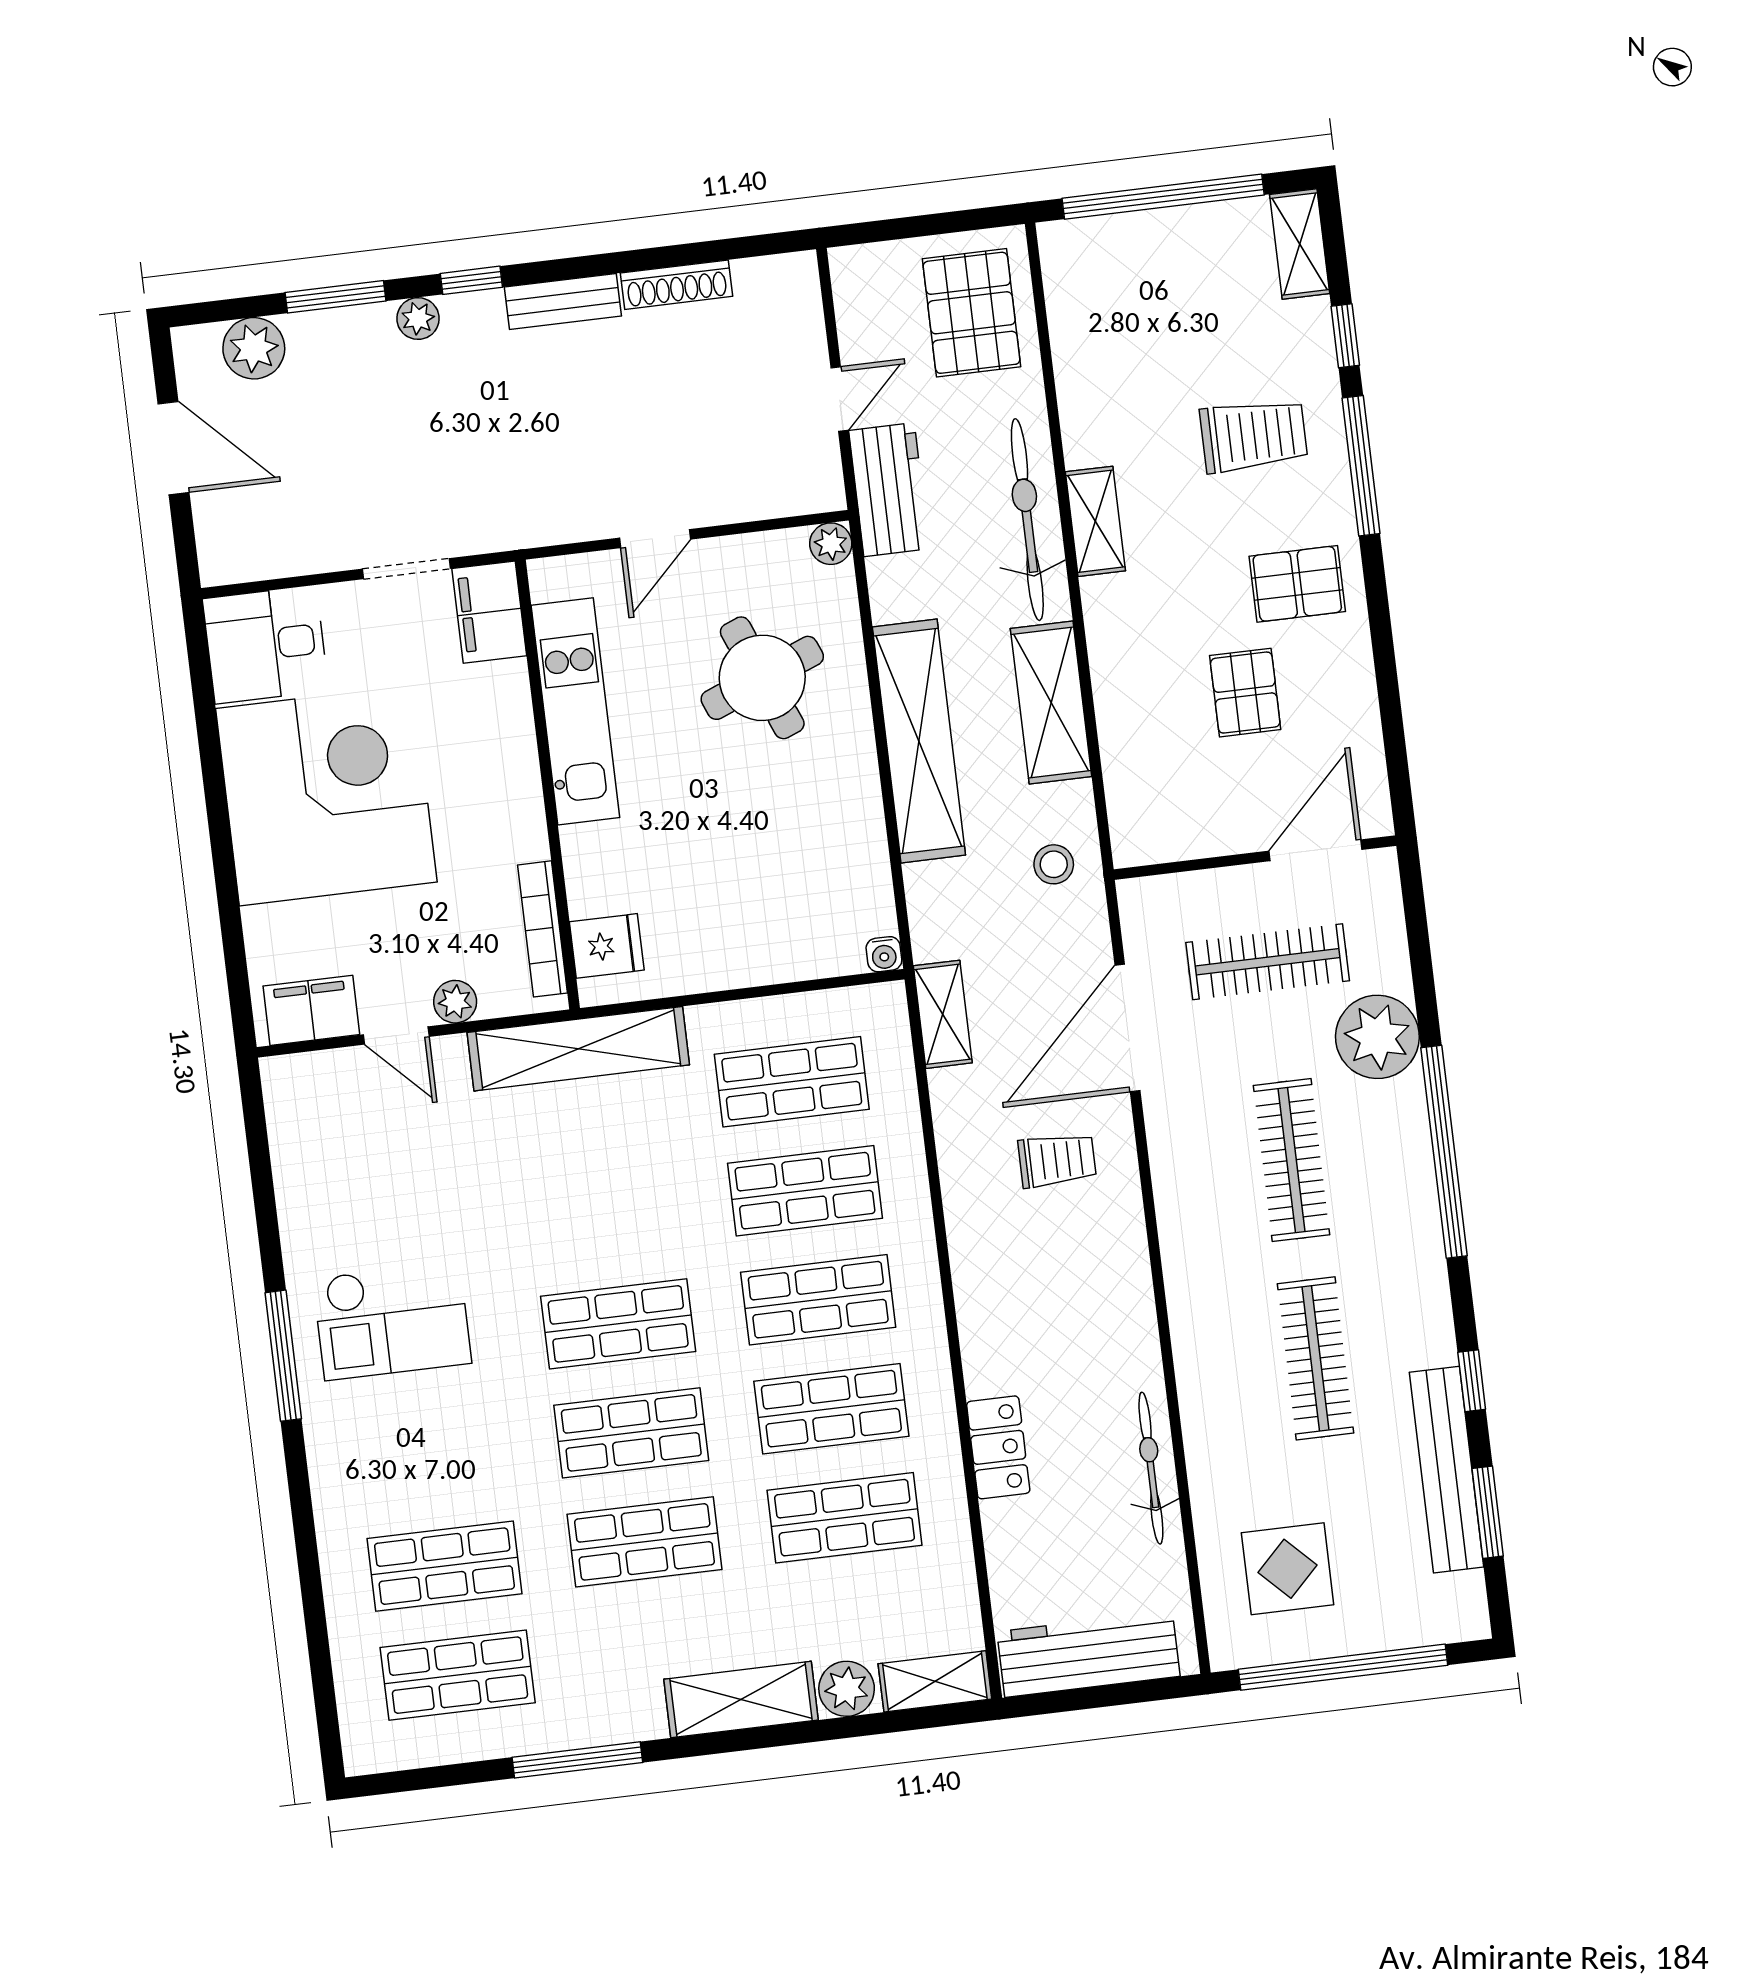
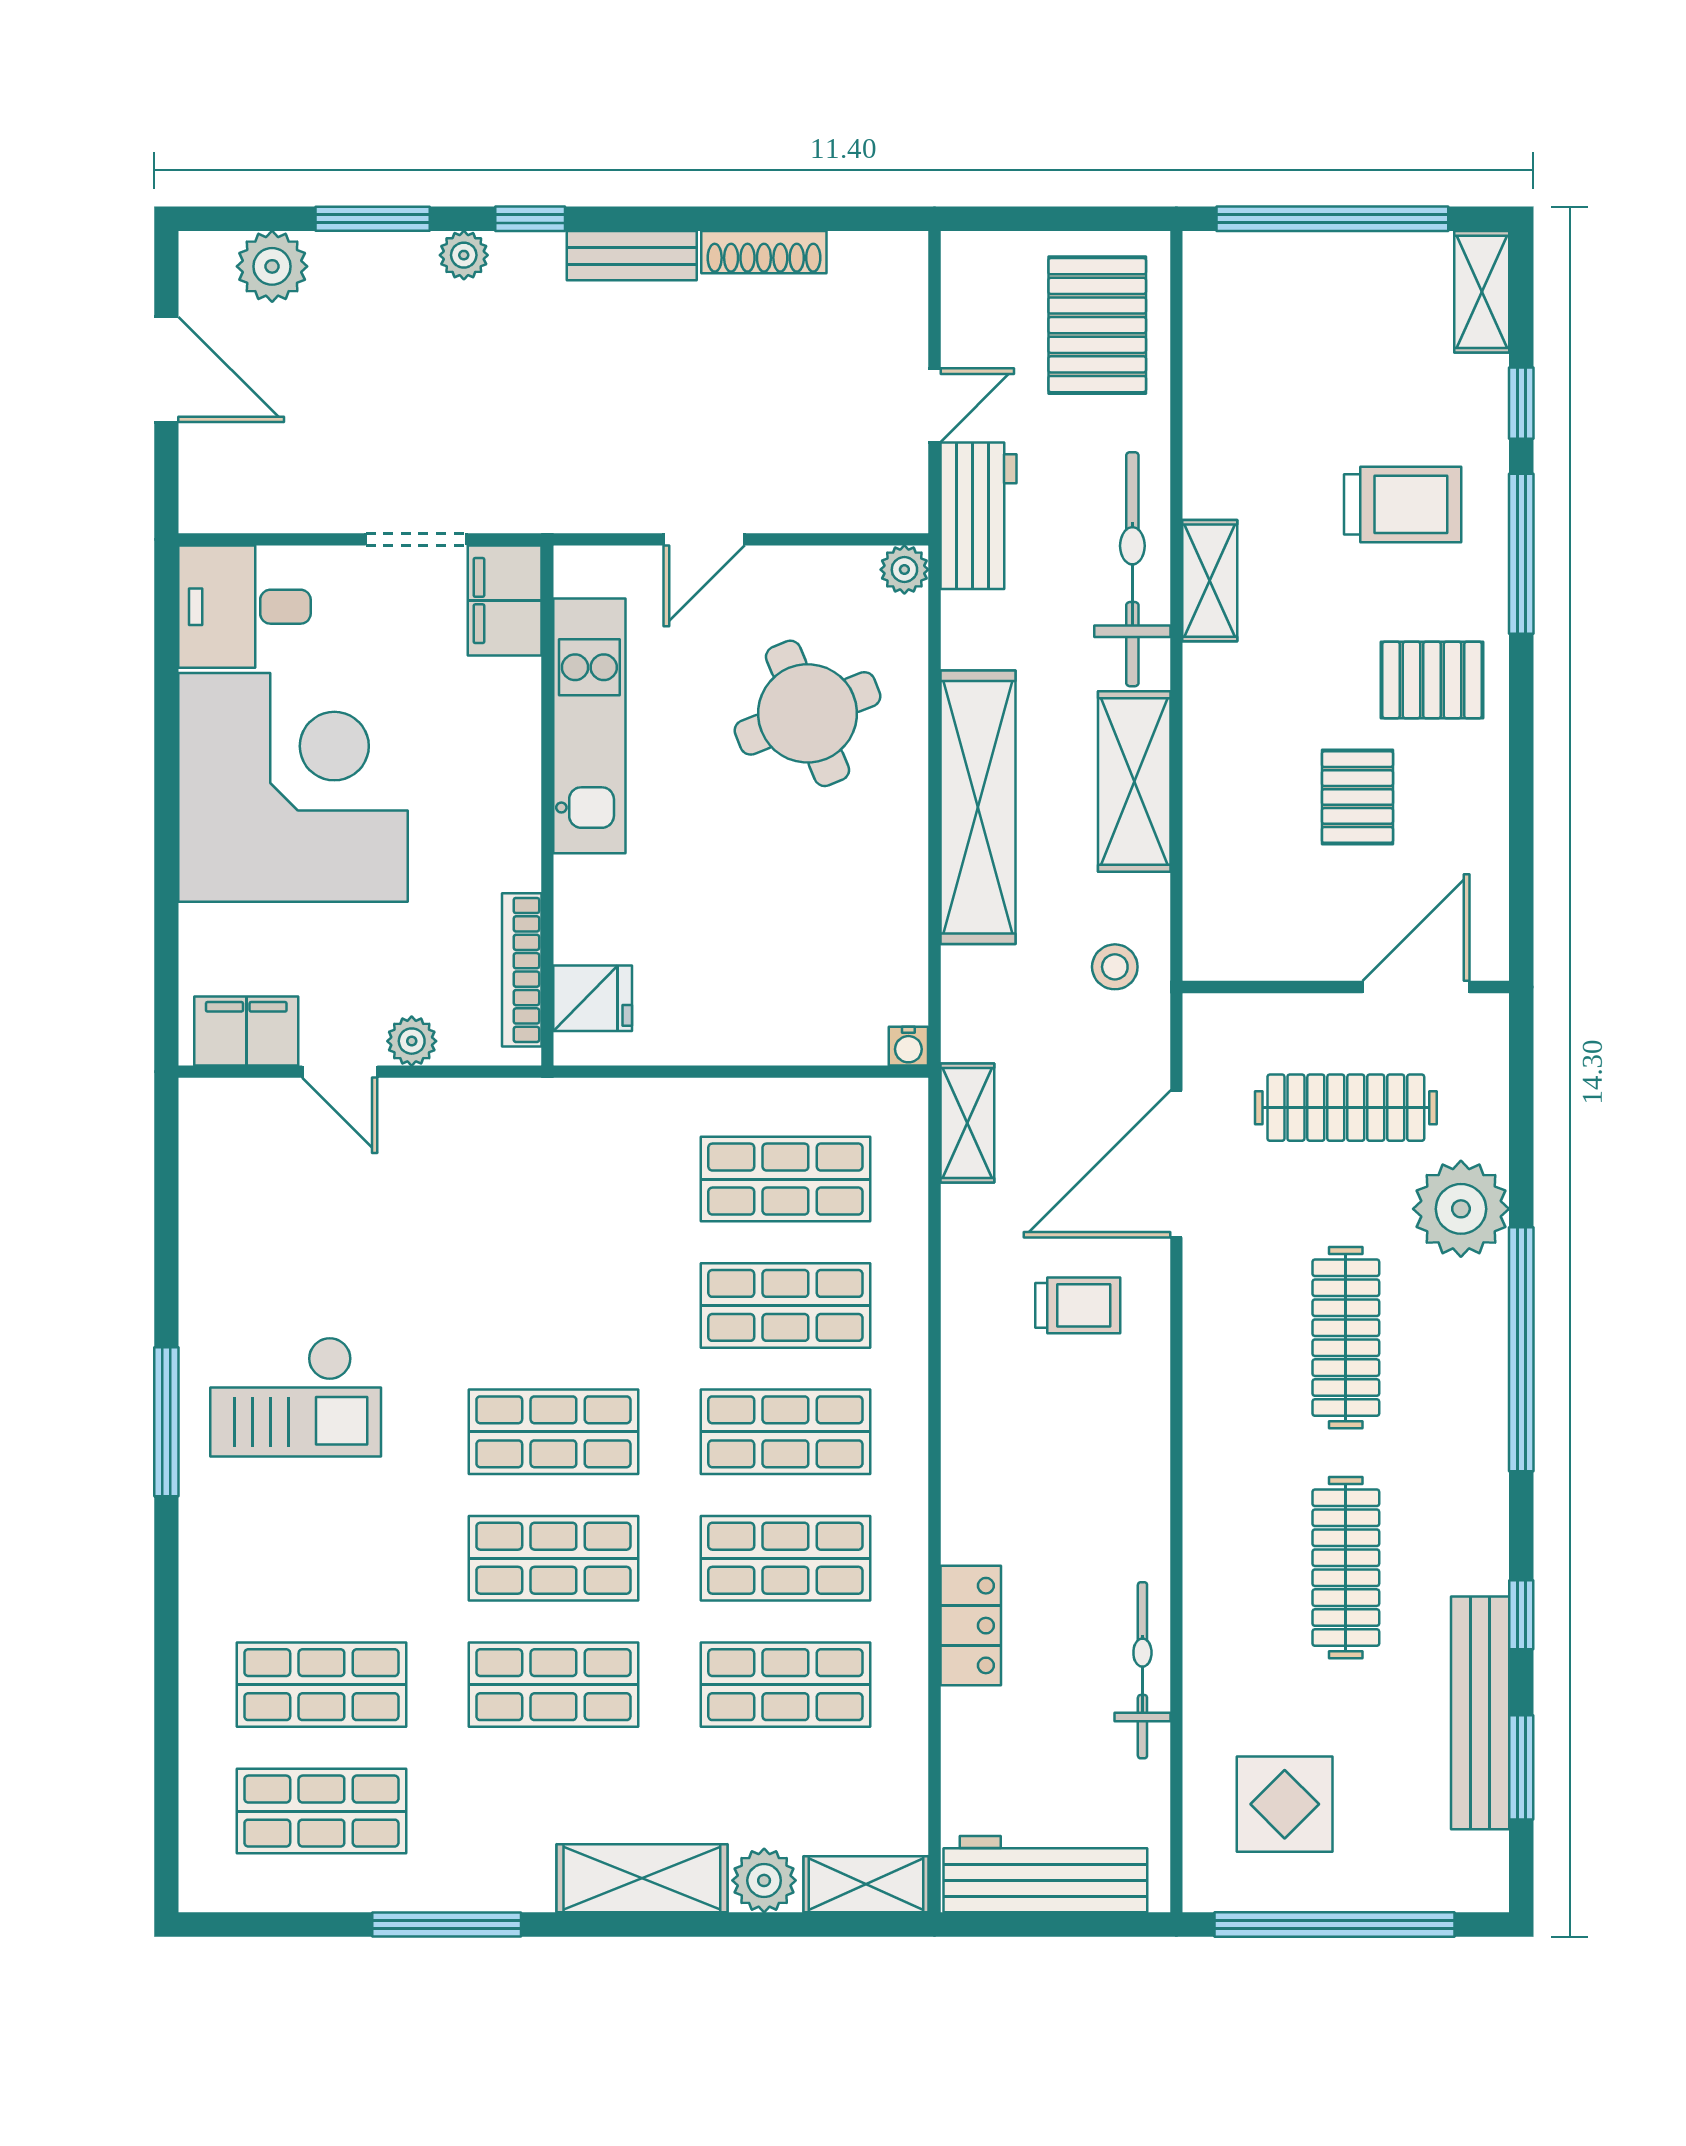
shelving: (578, 1049) -> (546, 1112), removed

